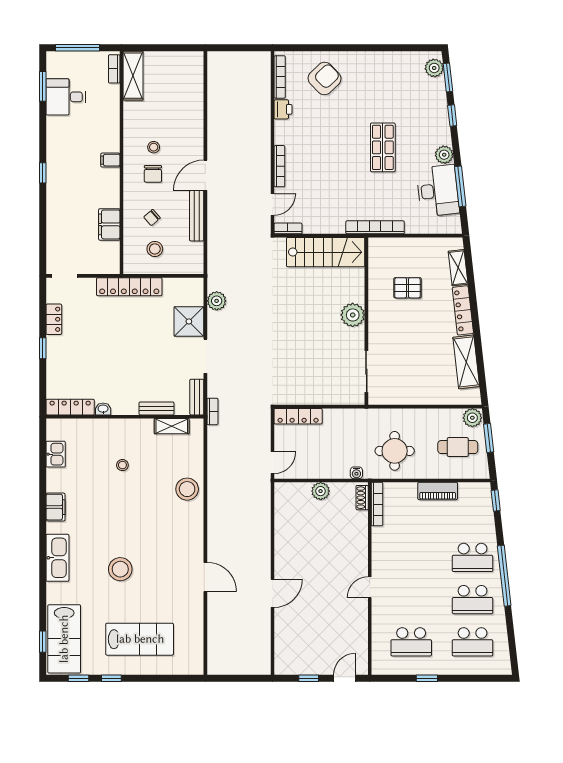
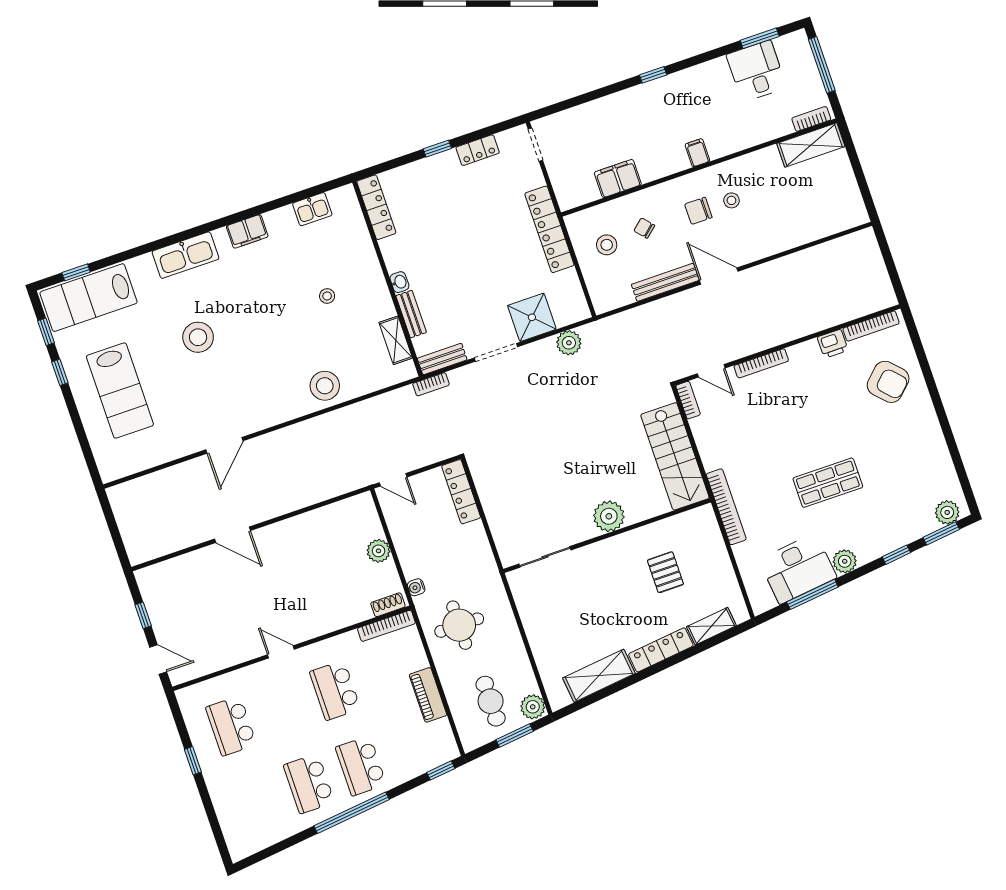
washbasin: (103, 409) -> (399, 282), moved
school desk: (473, 642) -> (335, 690), moved

